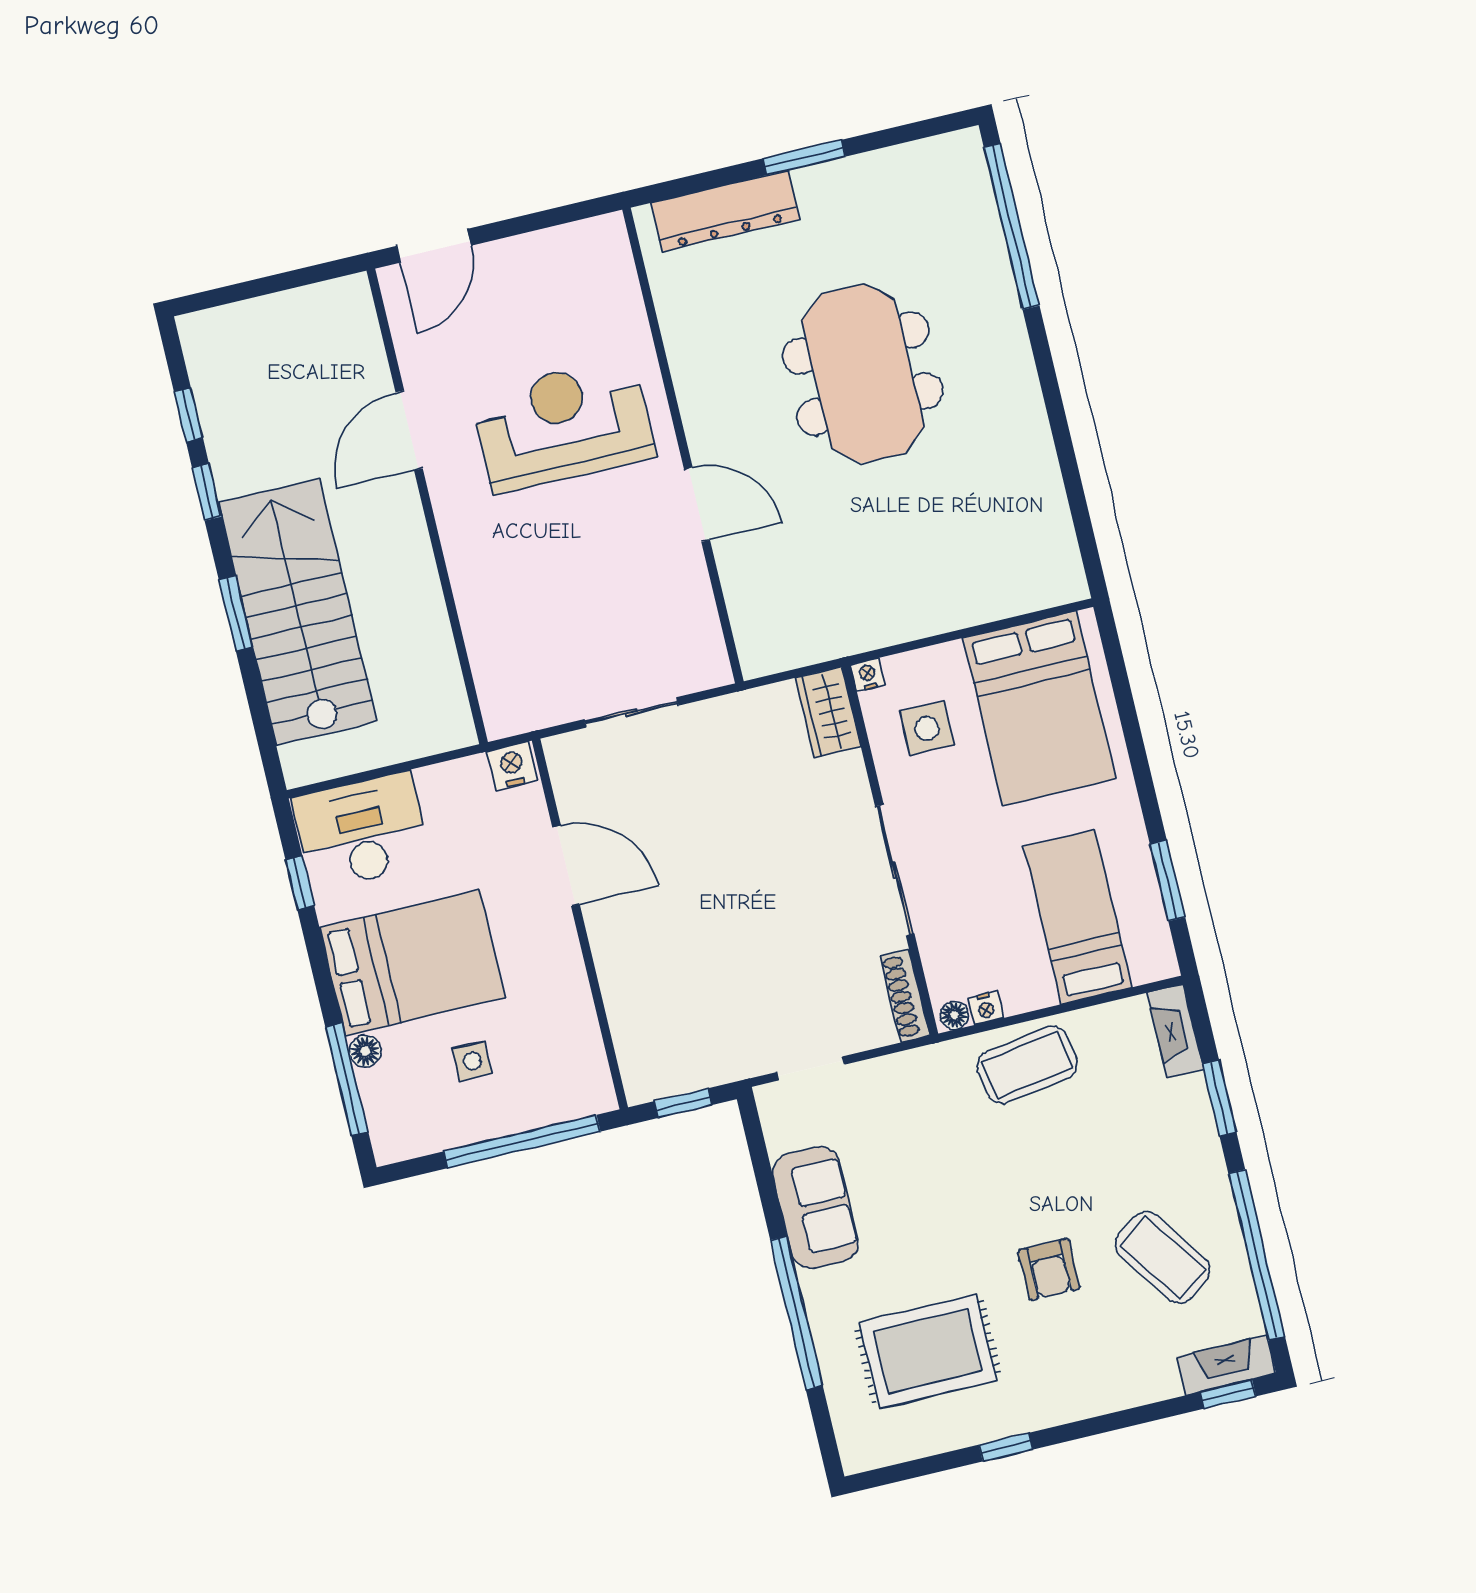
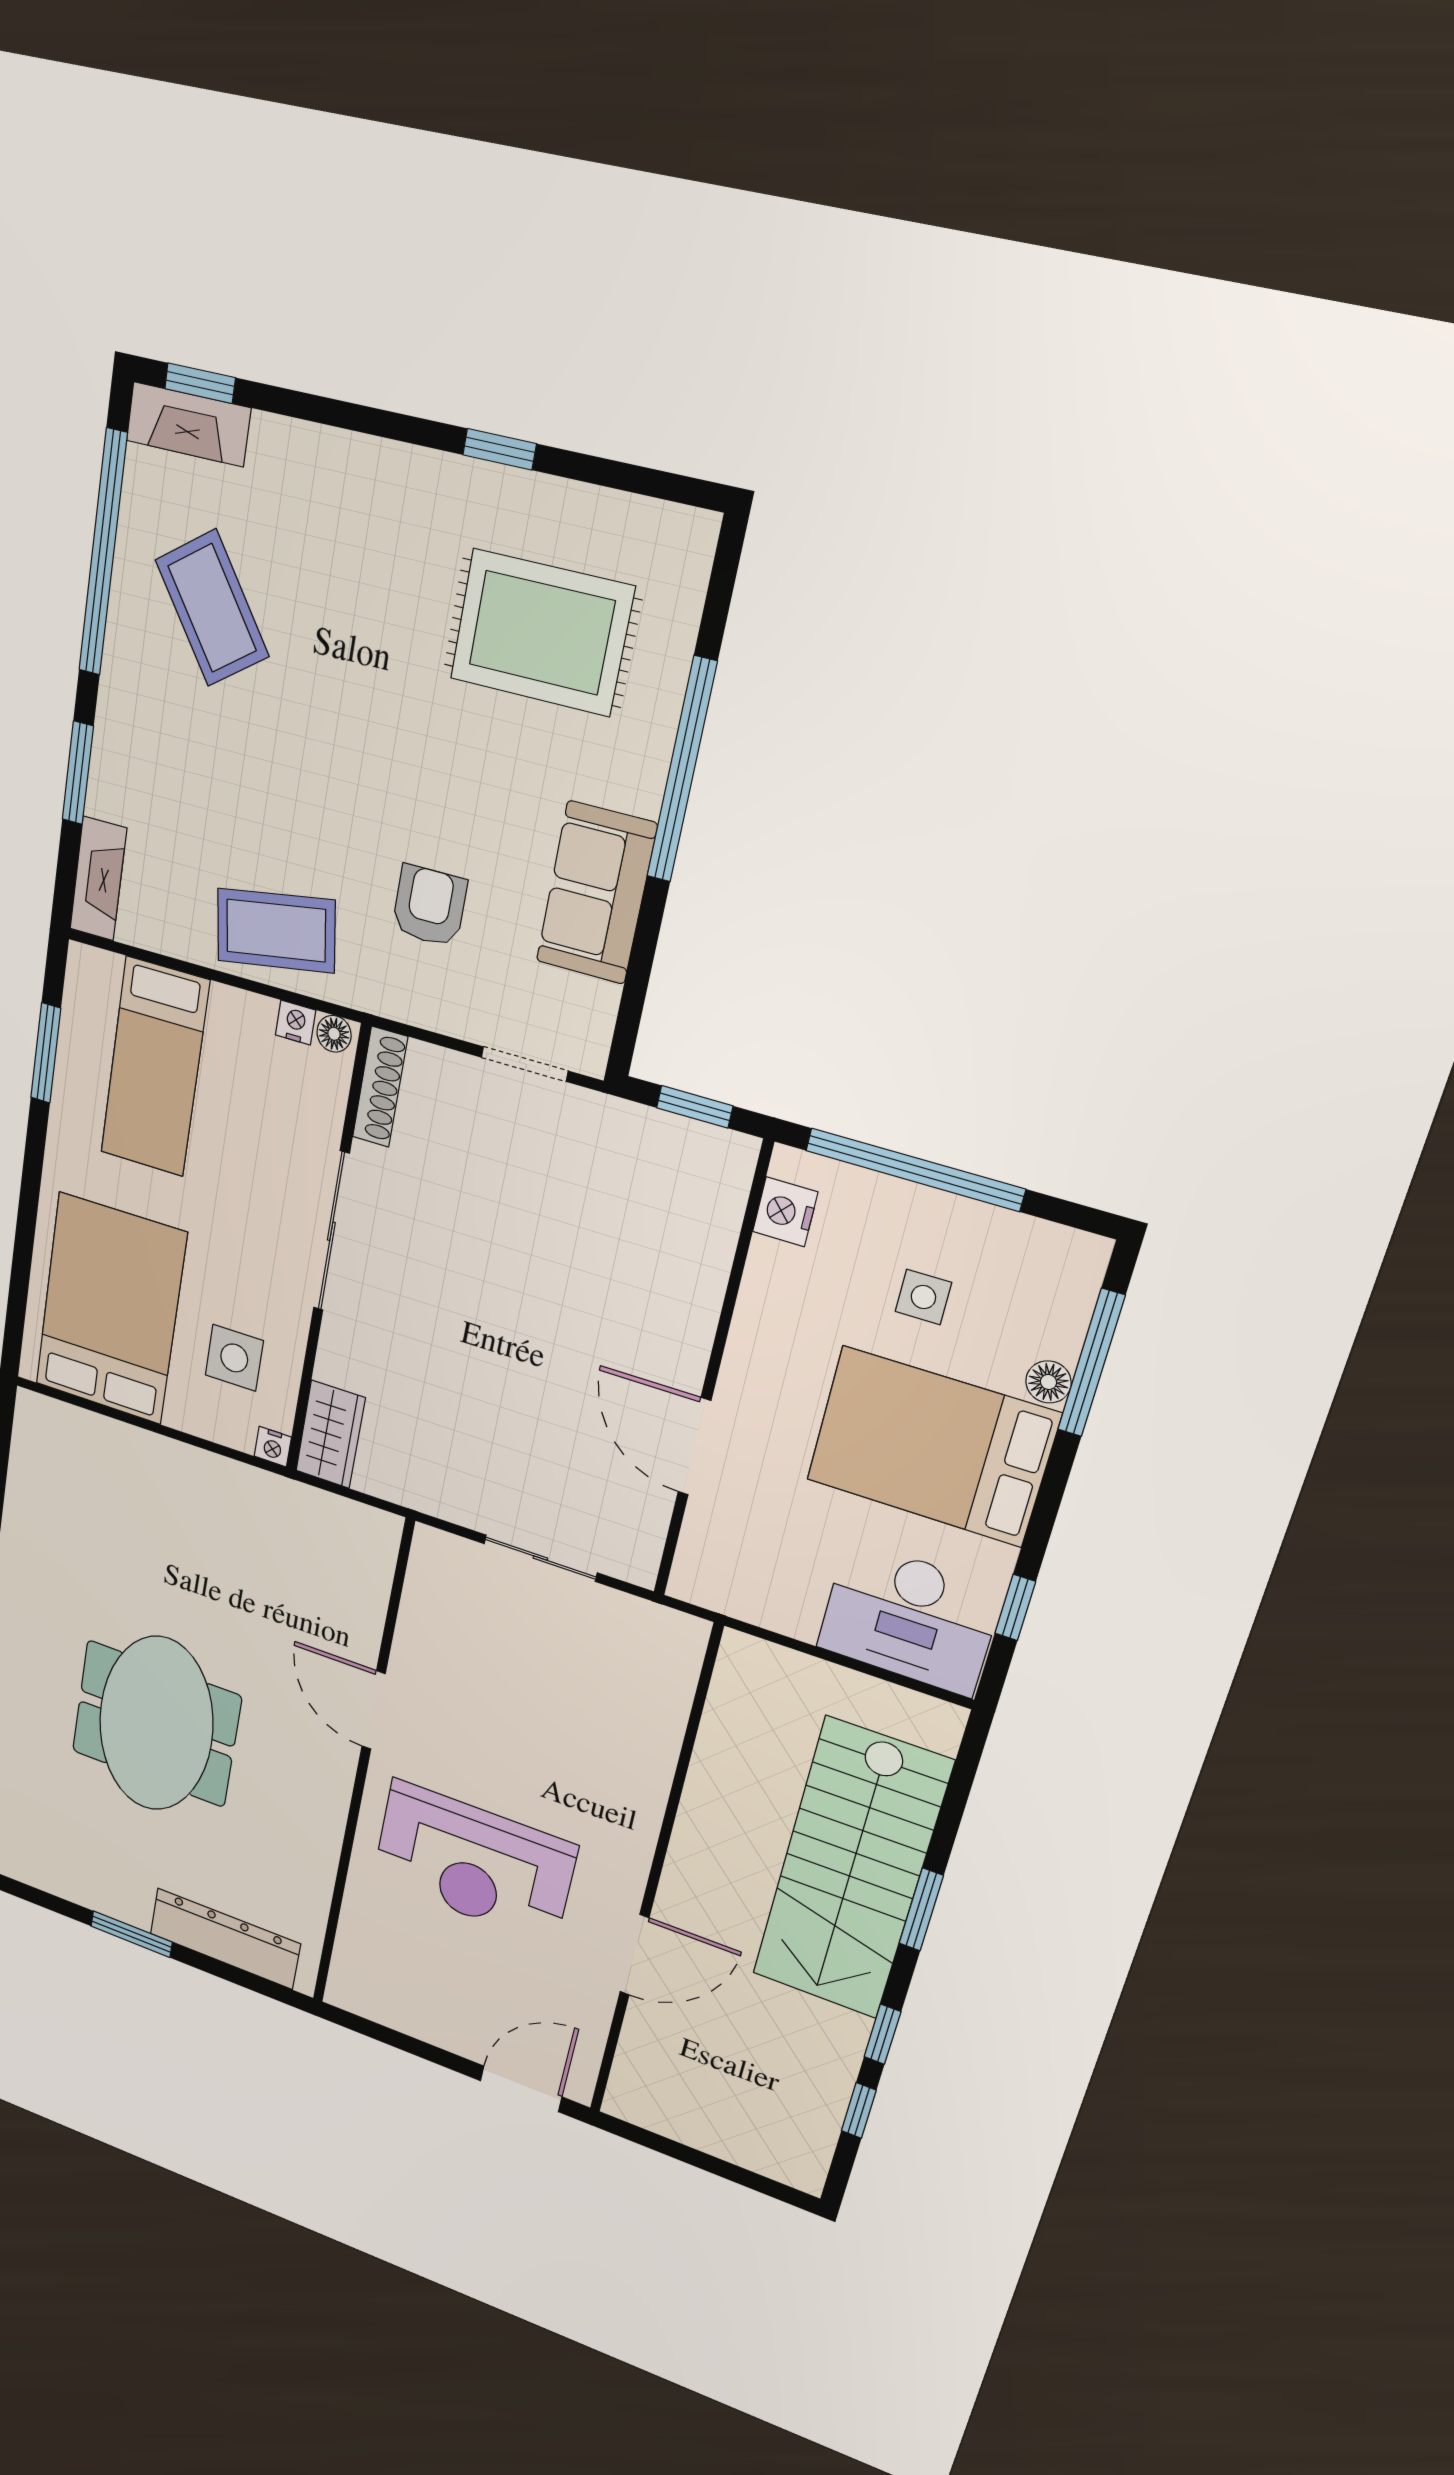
nightstand: (512, 766) -> (785, 1212), moved, turned 90
armchair: (1049, 1269) -> (429, 906), moved

